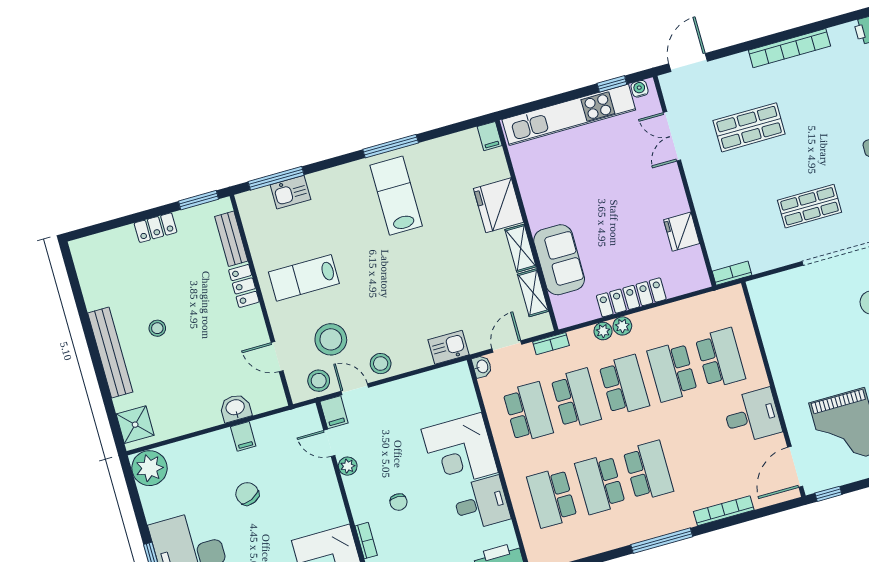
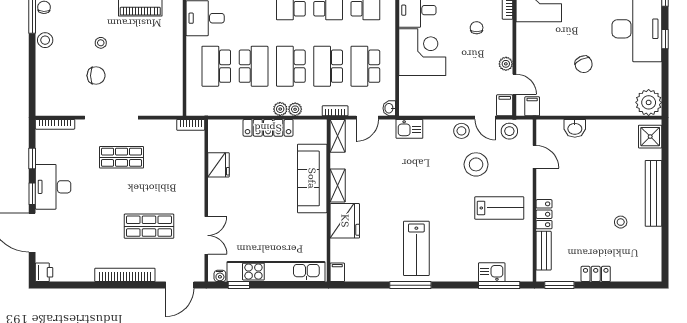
bookcase: (789, 48) -> (125, 275), moved
sofa: (559, 260) -> (312, 178), width x1.36
shelving: (533, 293) -> (338, 136), moved
stool: (157, 328) -> (621, 222), moved
stool: (331, 339) -> (476, 164), moved
filing cabinet: (243, 436) -> (532, 106), moved

